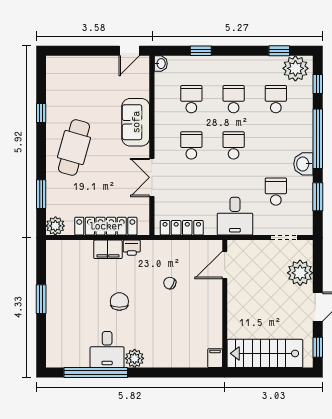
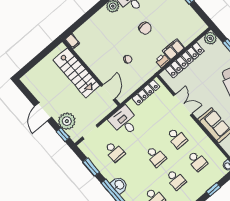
washbasin: (303, 164) -> (119, 185), moved
window: (318, 347) -> (63, 135), moved
stairs: (265, 353) -> (77, 73), moved, turned 90

